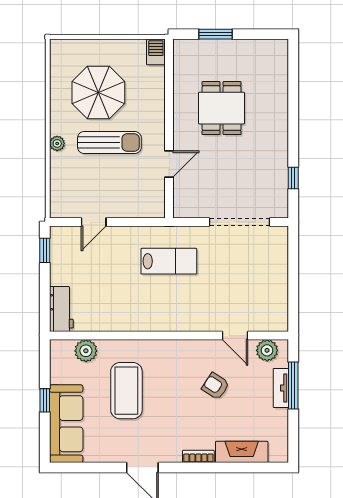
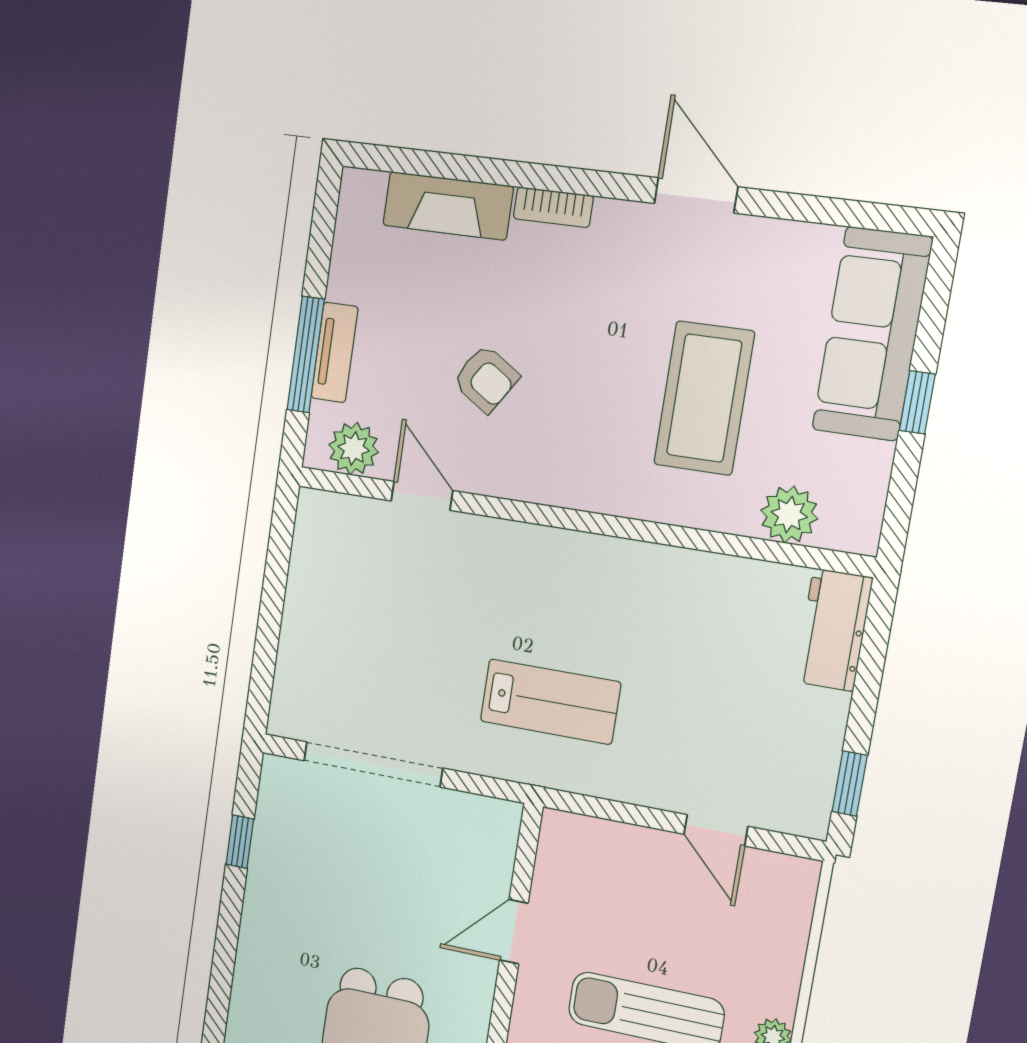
door: (94, 222) -> (716, 830), swing flipped
lab bench: (169, 261) -> (550, 702), turned 180

